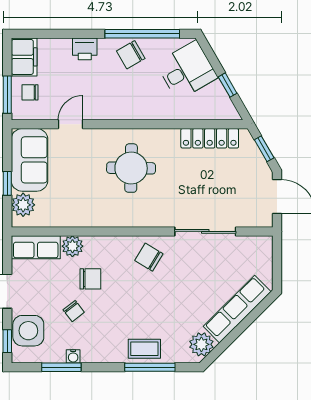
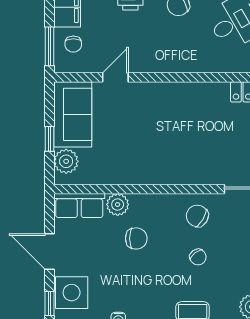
chair: (30, 92) -> (73, 44), turned -90
round table: (131, 168) -> (179, 123), removed
chair: (74, 311) -> (198, 257), moved

